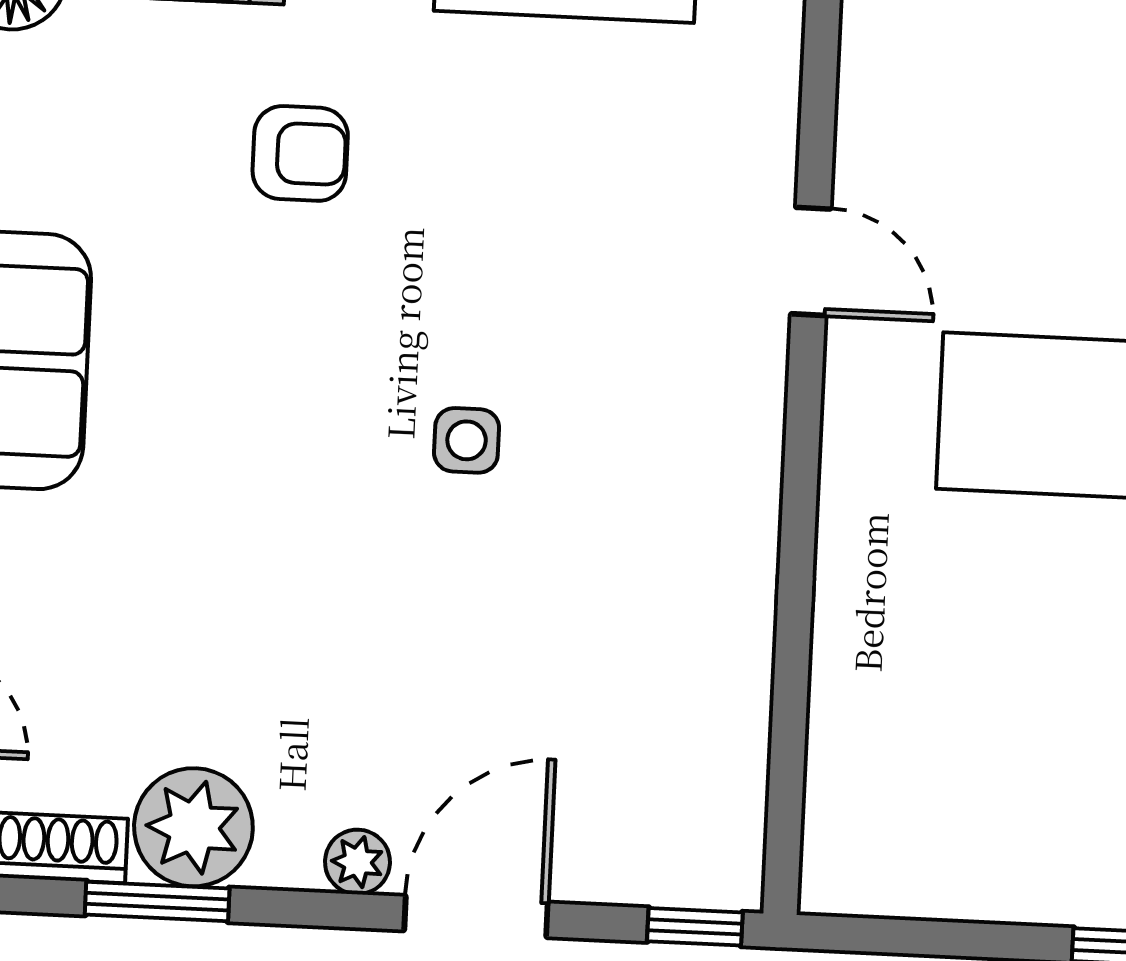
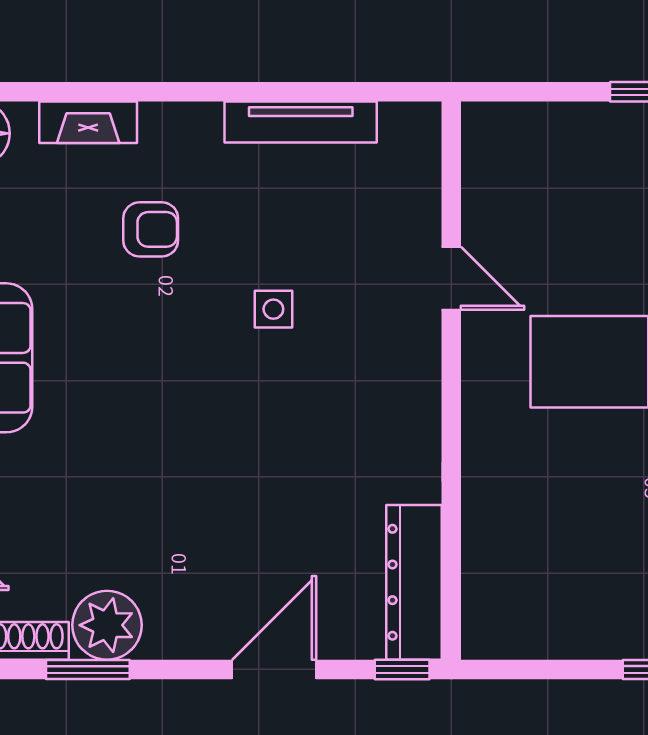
side table: (467, 440) -> (273, 309), moved
dresser: (722, 779) -> (414, 582), added
plant: (357, 862) -> (204, 641), removed

